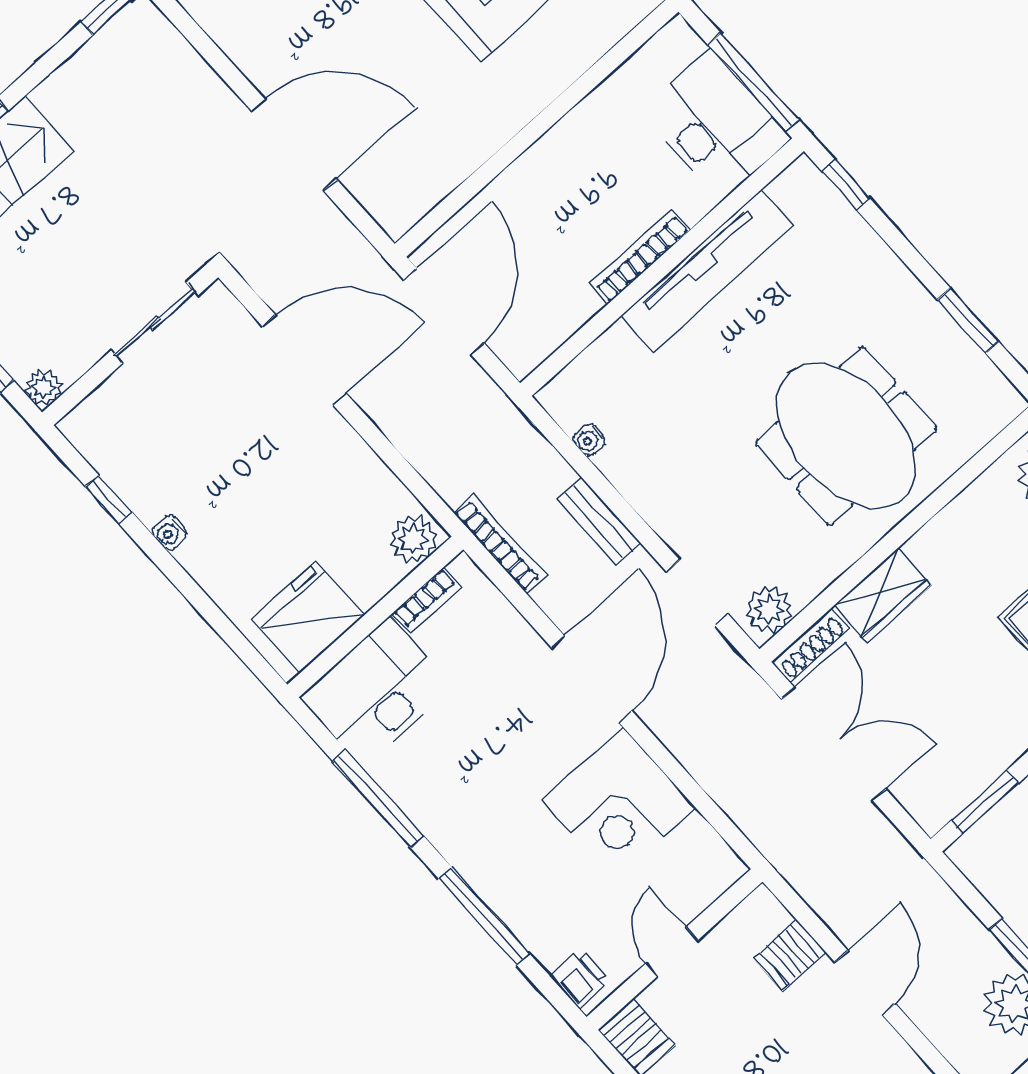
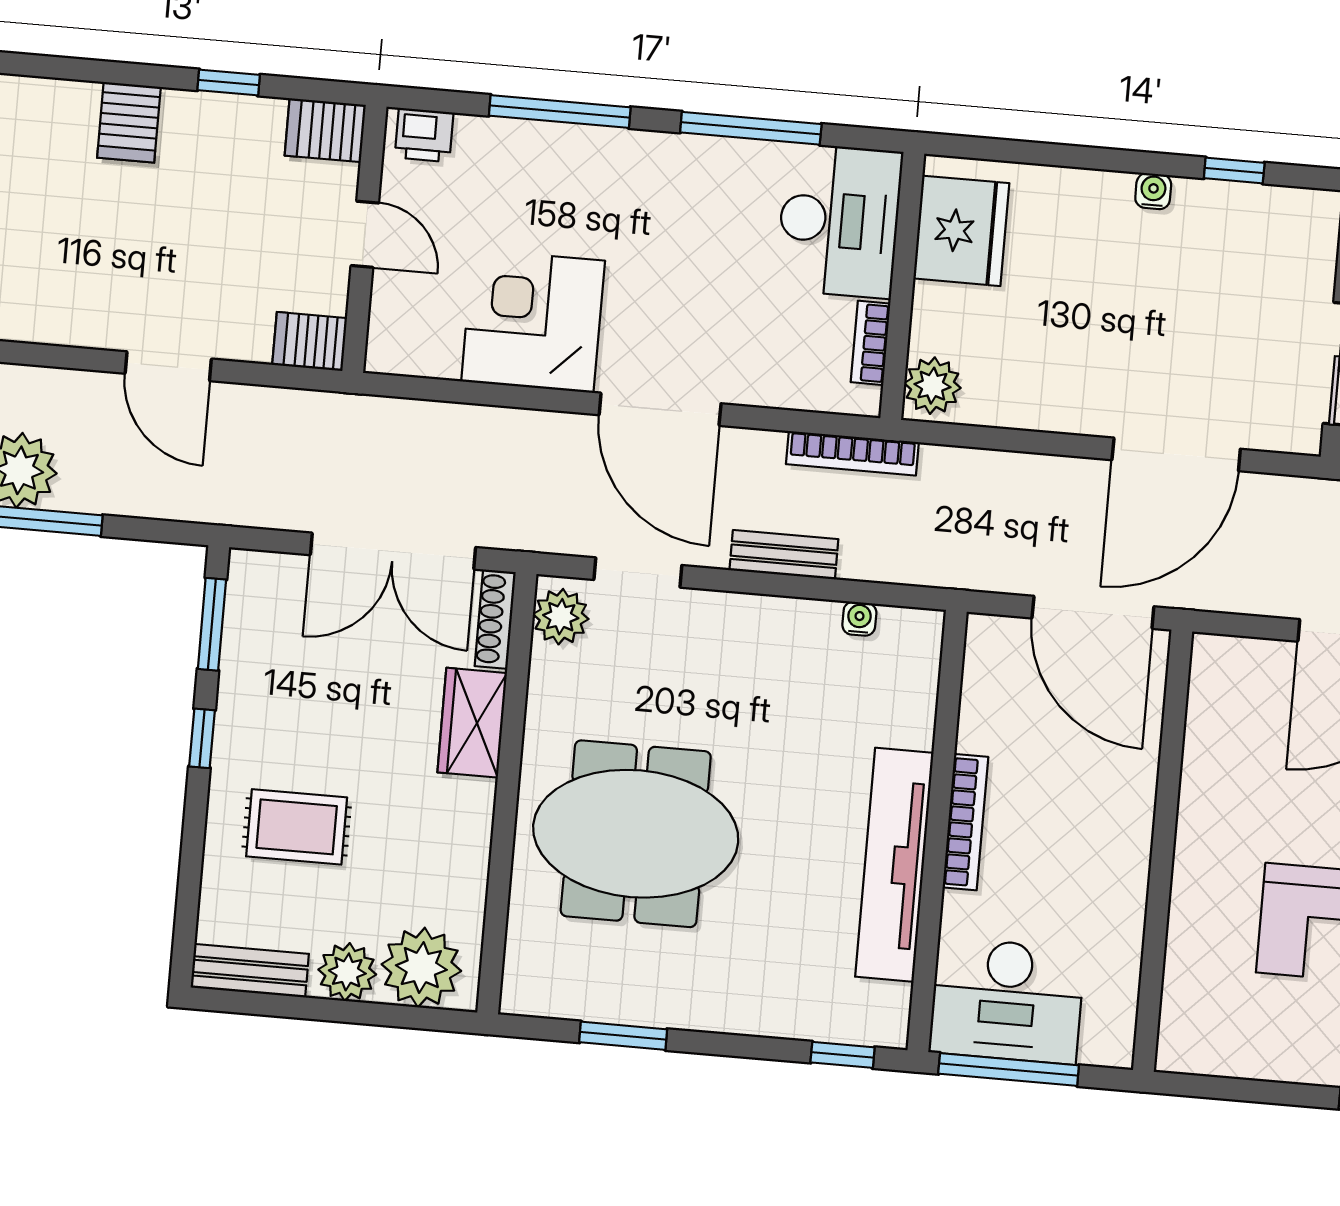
server rack: (789, 955) -> (310, 342), moved, turned -90

